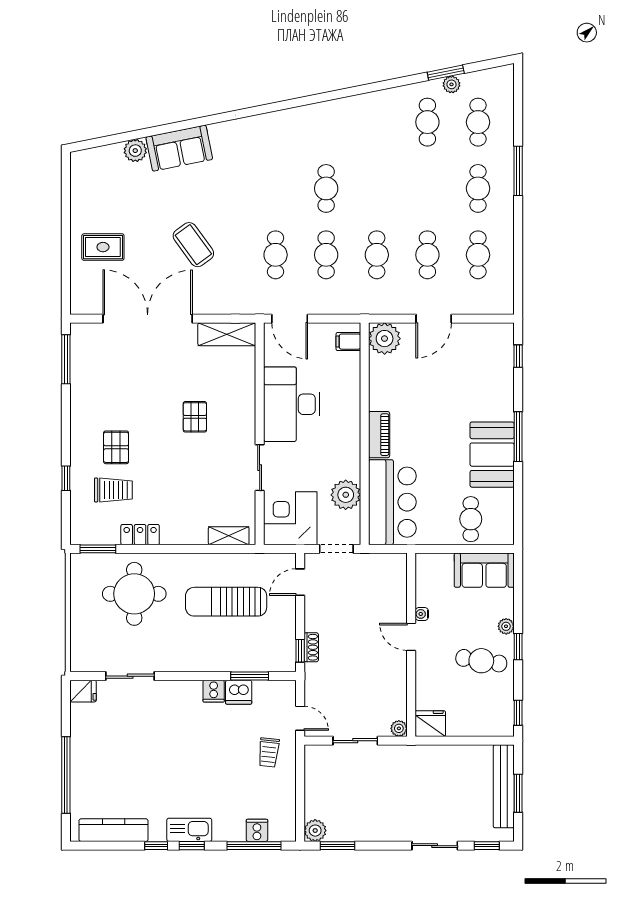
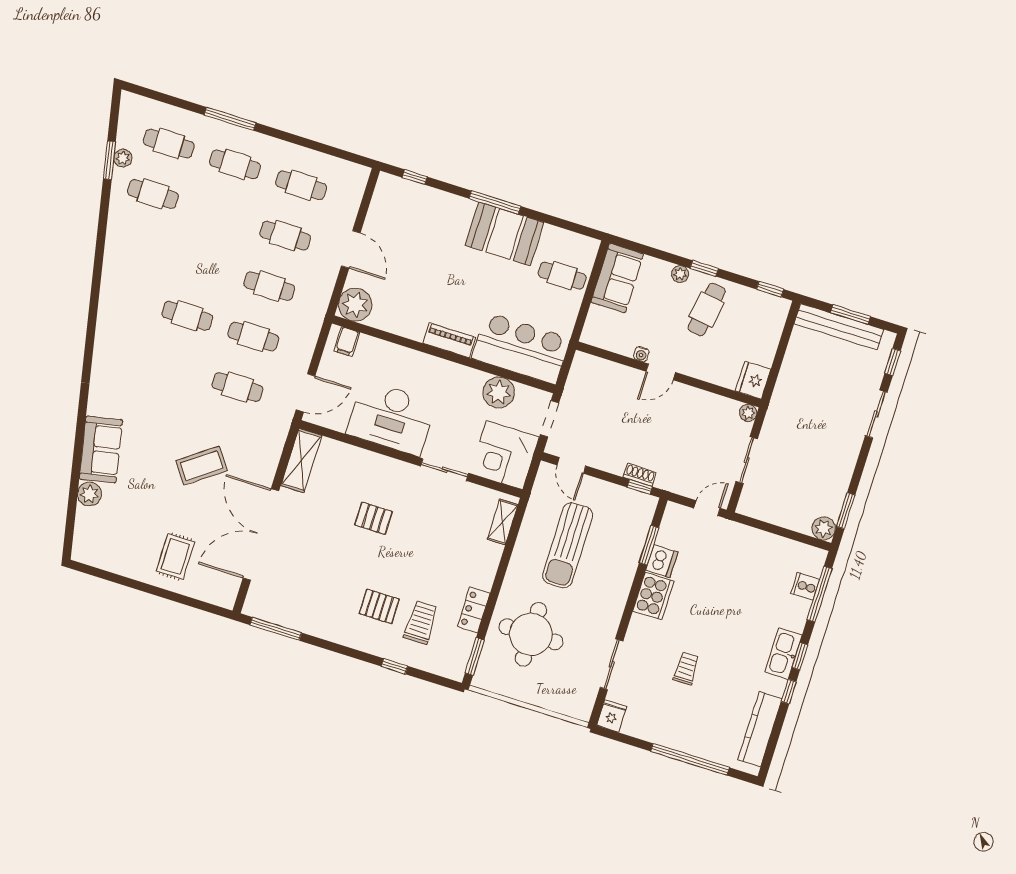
cooker: (214, 691) -> (653, 596), width x1.87, depth x1.31
trolley: (269, 752) -> (686, 668), moved, turned -96

